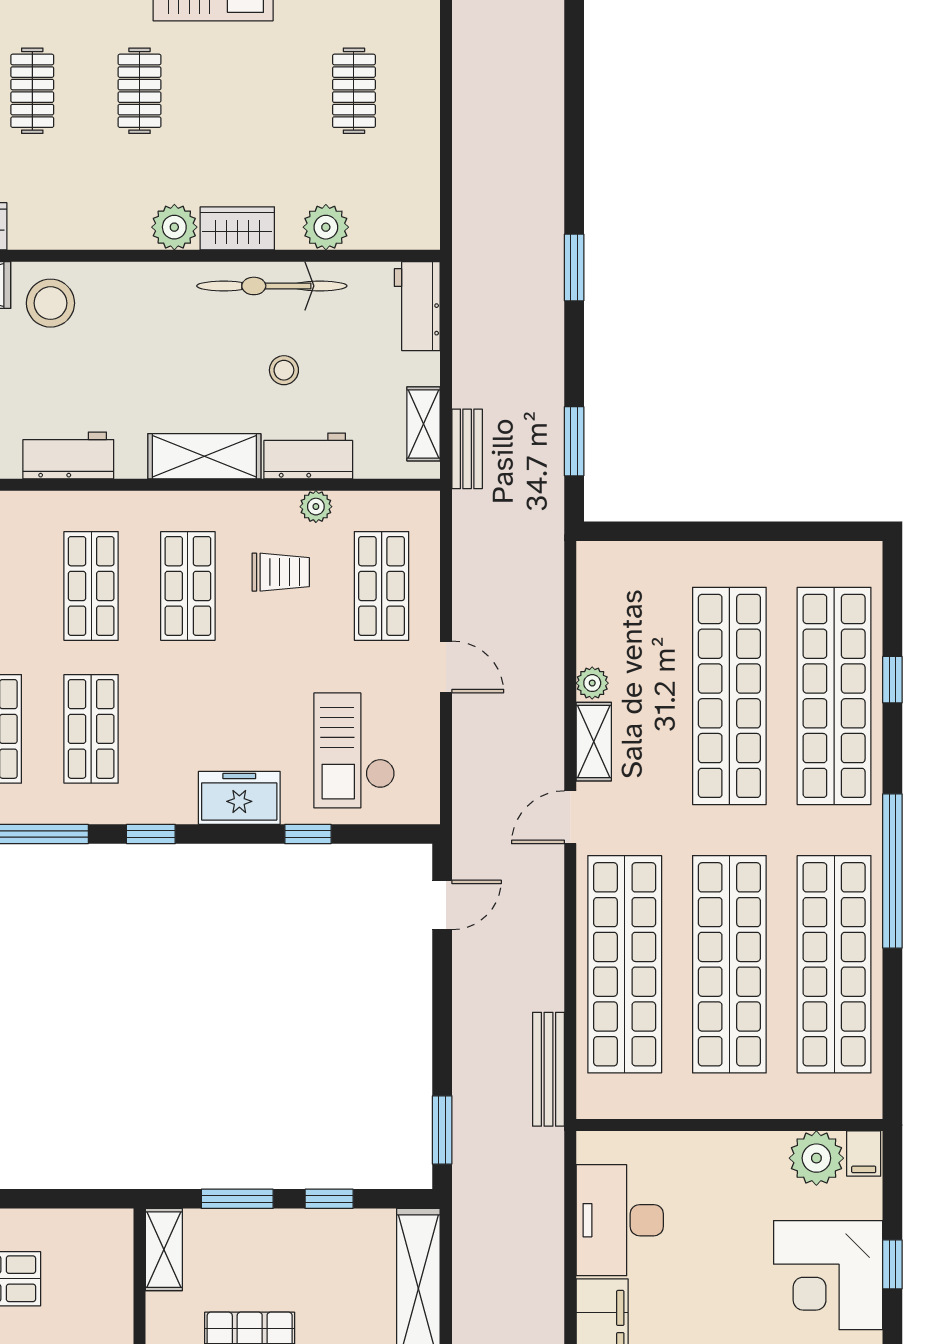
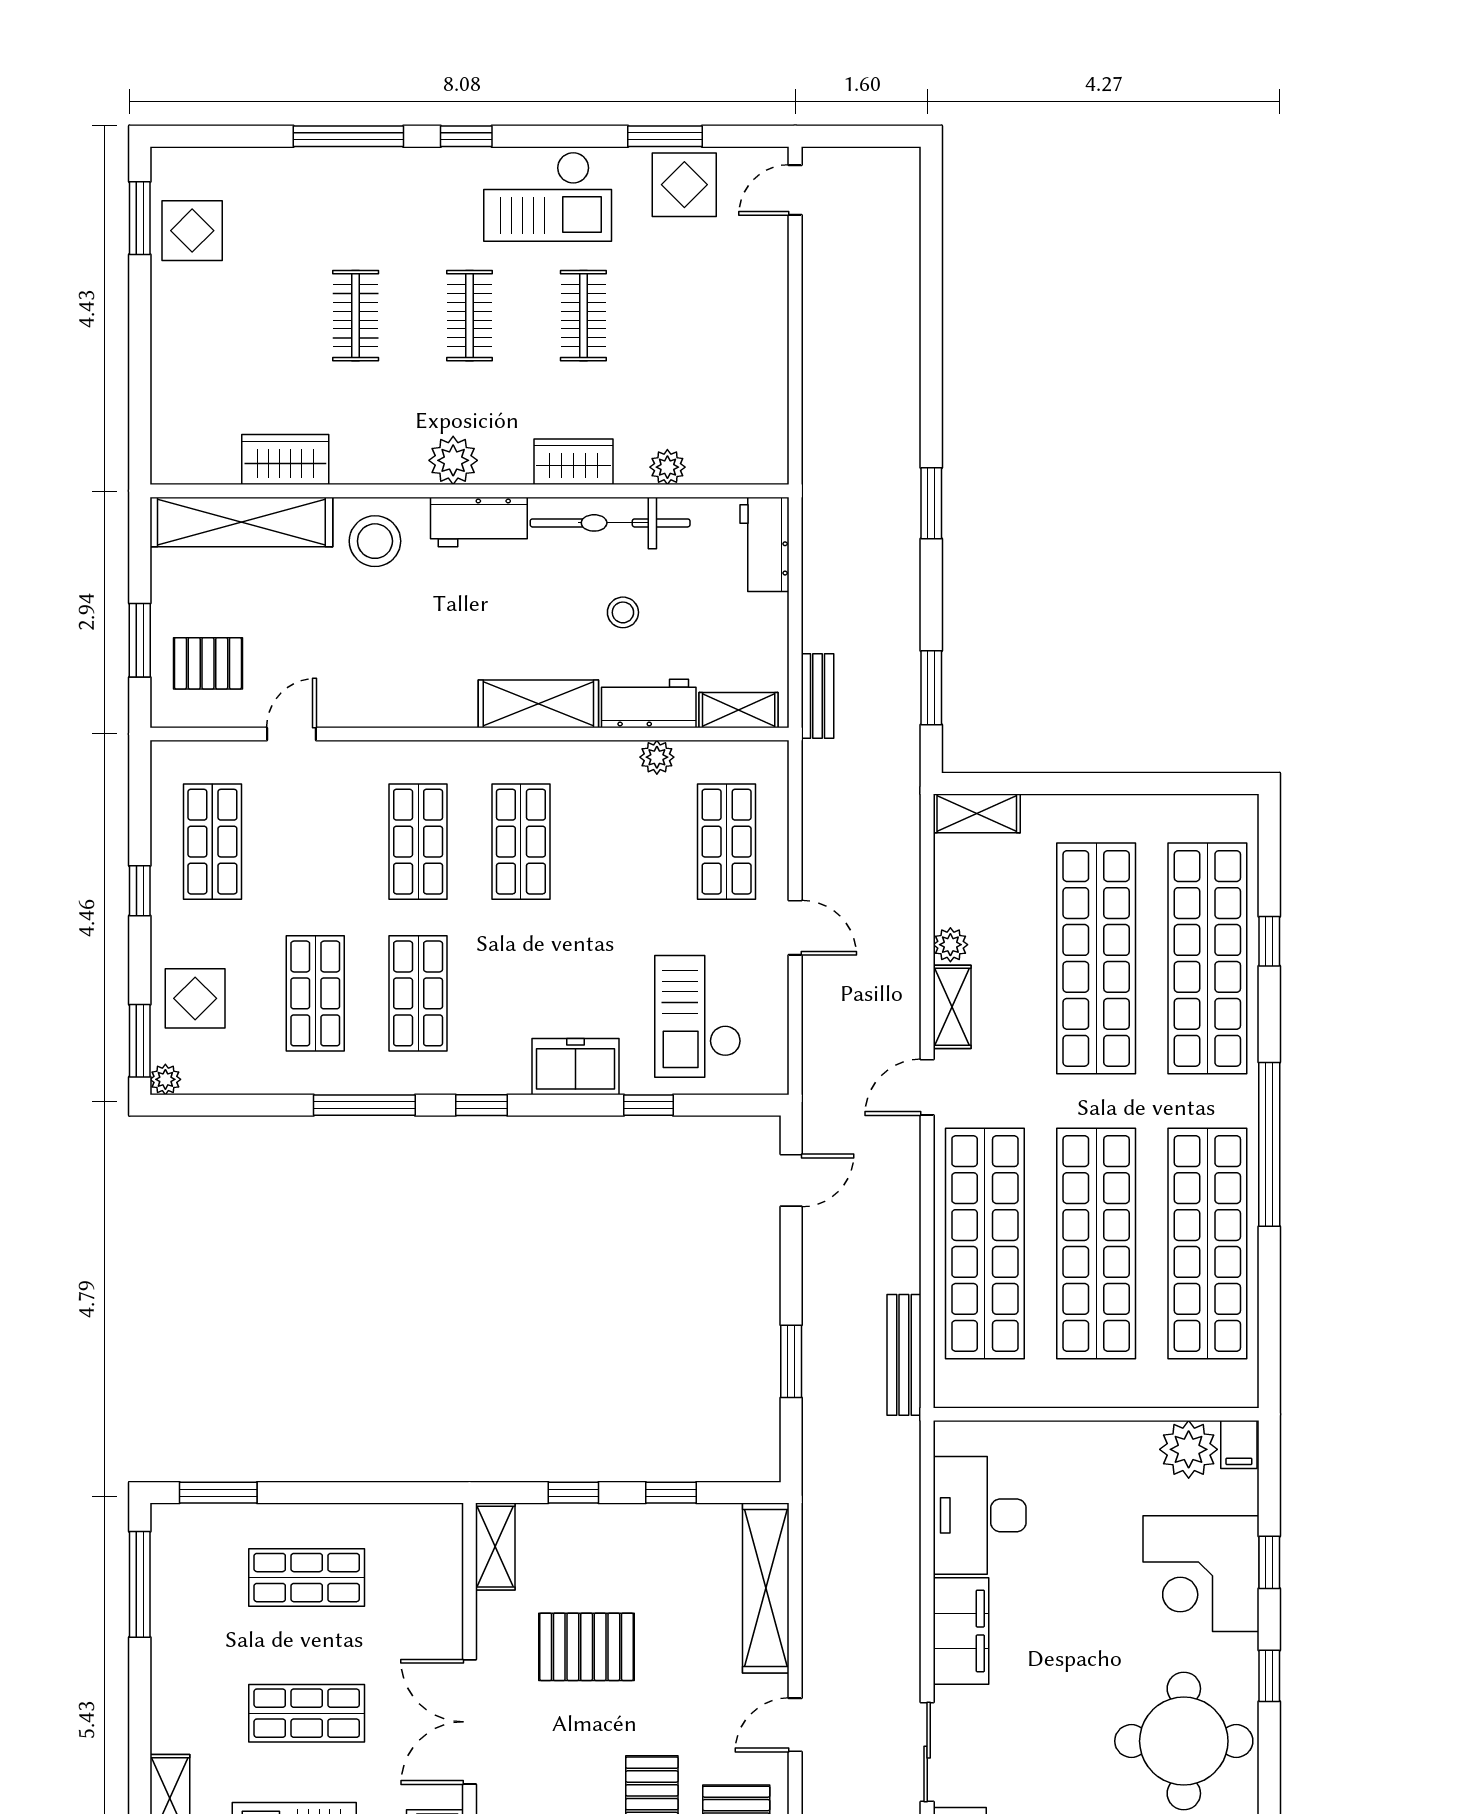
clothes rail: (354, 91) -> (583, 316), moved
plant: (174, 227) -> (453, 460), moved
plant: (326, 227) -> (667, 467), width x0.73, depth x0.73
shelving: (424, 424) -> (739, 710), moved, turned 90
workbench: (68, 455) -> (479, 522), moved, turned 180
shelving: (617, 559) -> (977, 813), added
trolley: (281, 572) -> (619, 827), removed
window: (442, 1130) -> (791, 1361), moved
window: (237, 1199) -> (573, 1493), width x0.67

